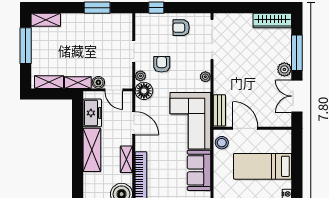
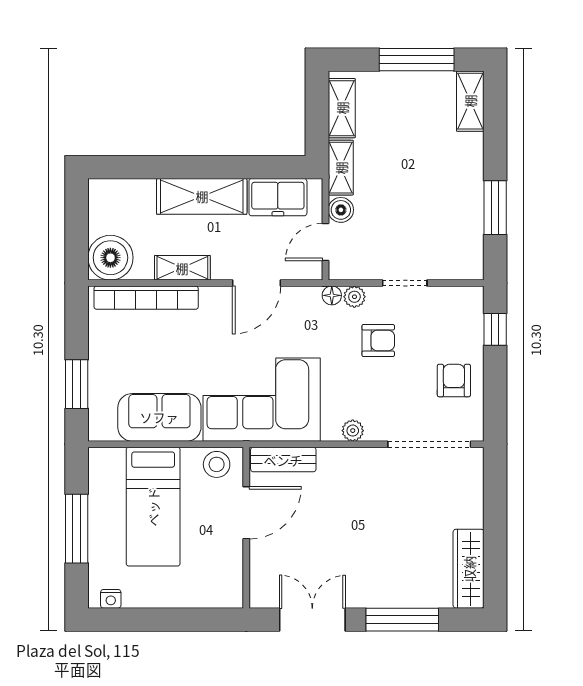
plant: (284, 69) -> (368, 594), removed
floor lamp: (144, 91) -> (332, 295), width x0.53, depth x0.53
bed: (263, 166) -> (153, 507), moved, turned 180

